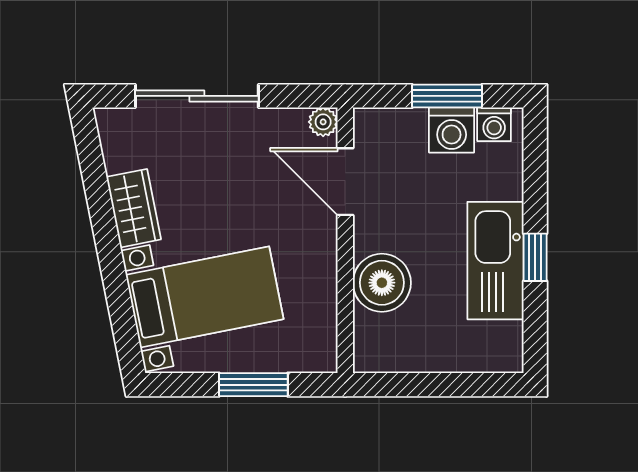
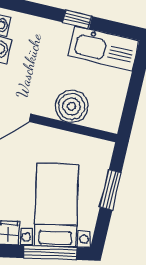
kitchen sink: (496, 261) -> (104, 48), moved
window: (120, 305) -> (50, 253), added

